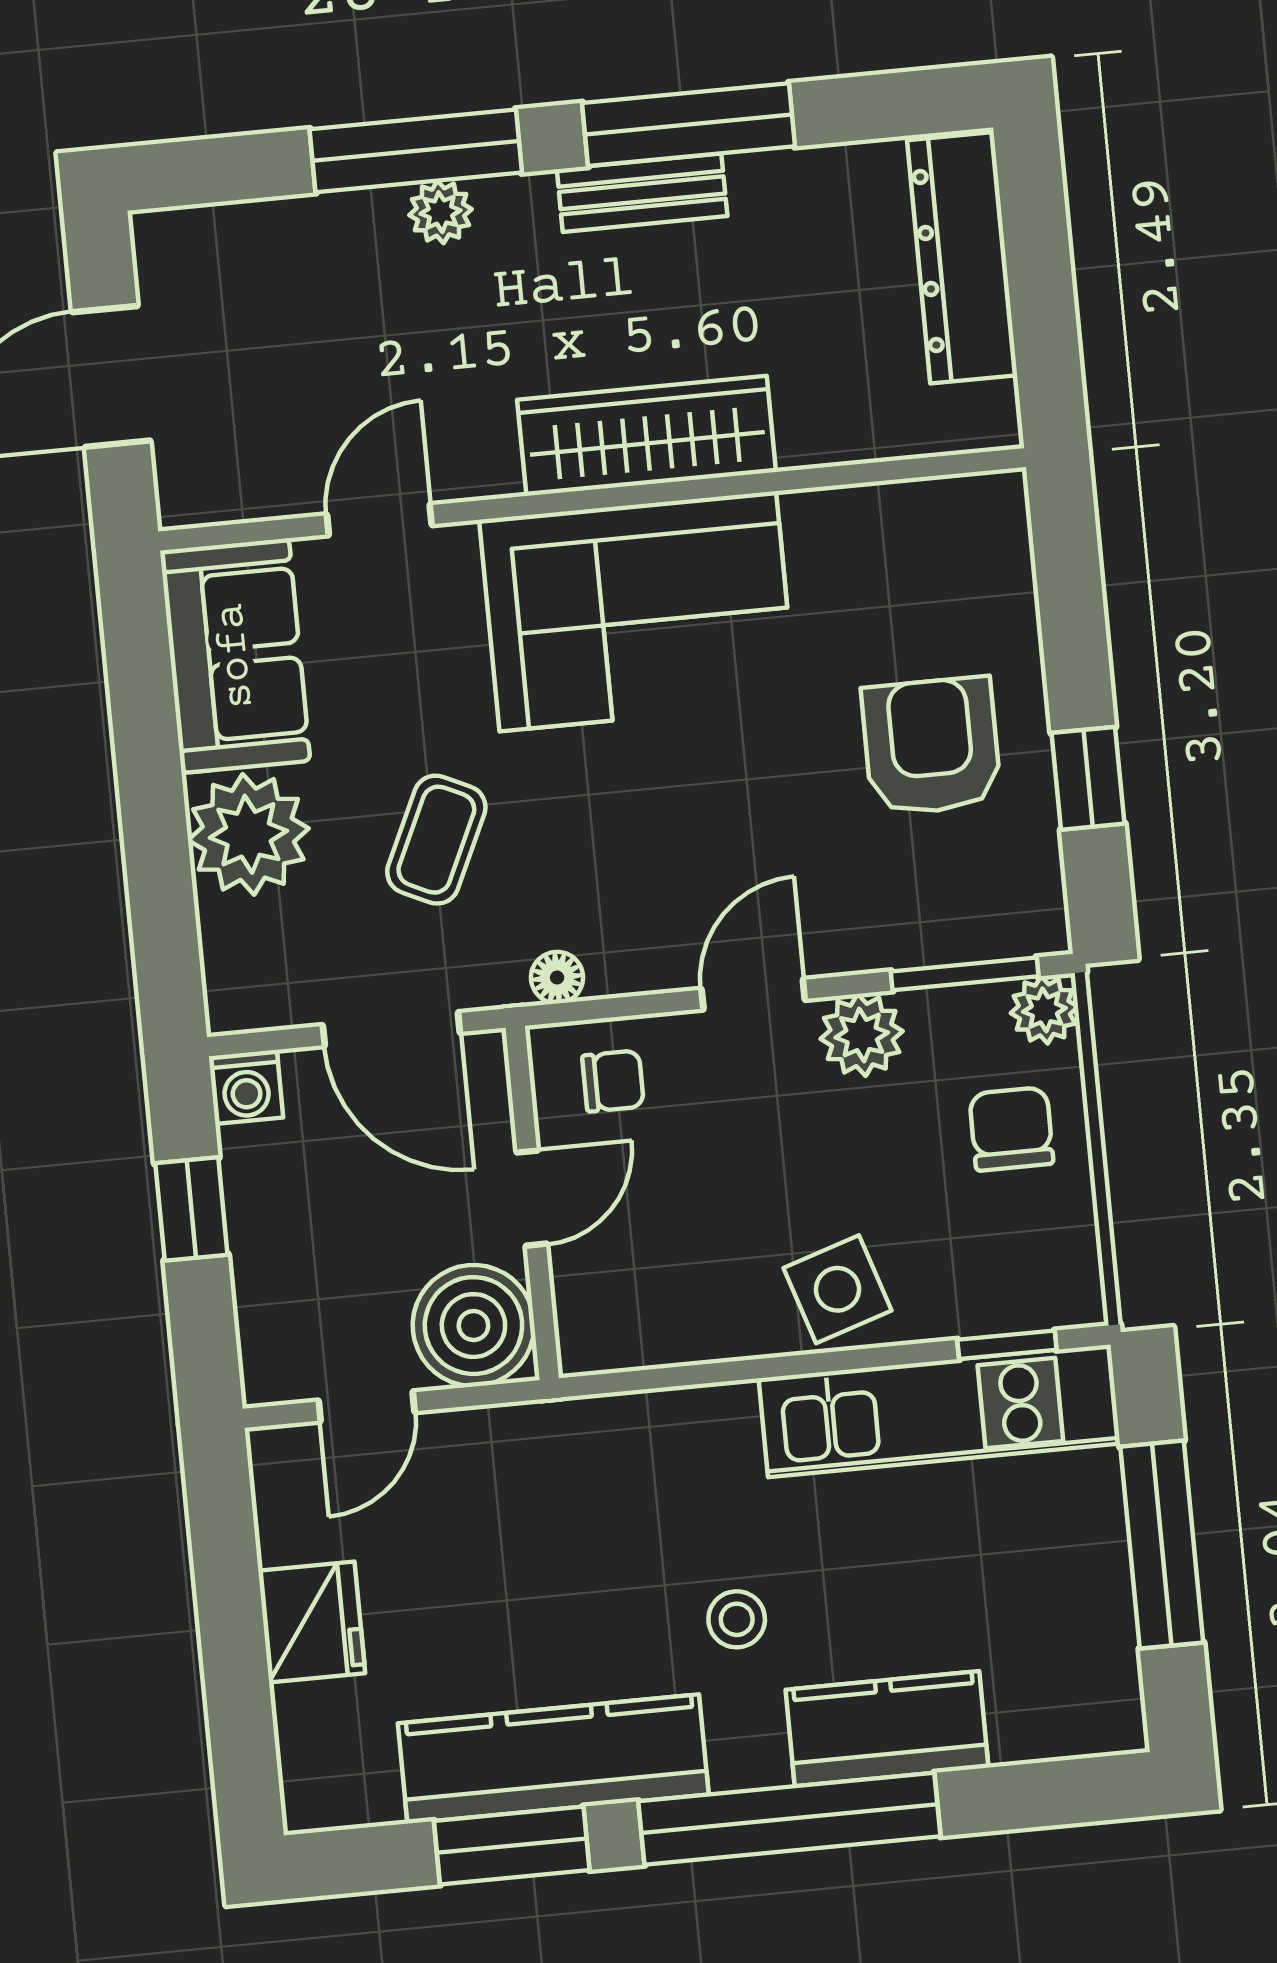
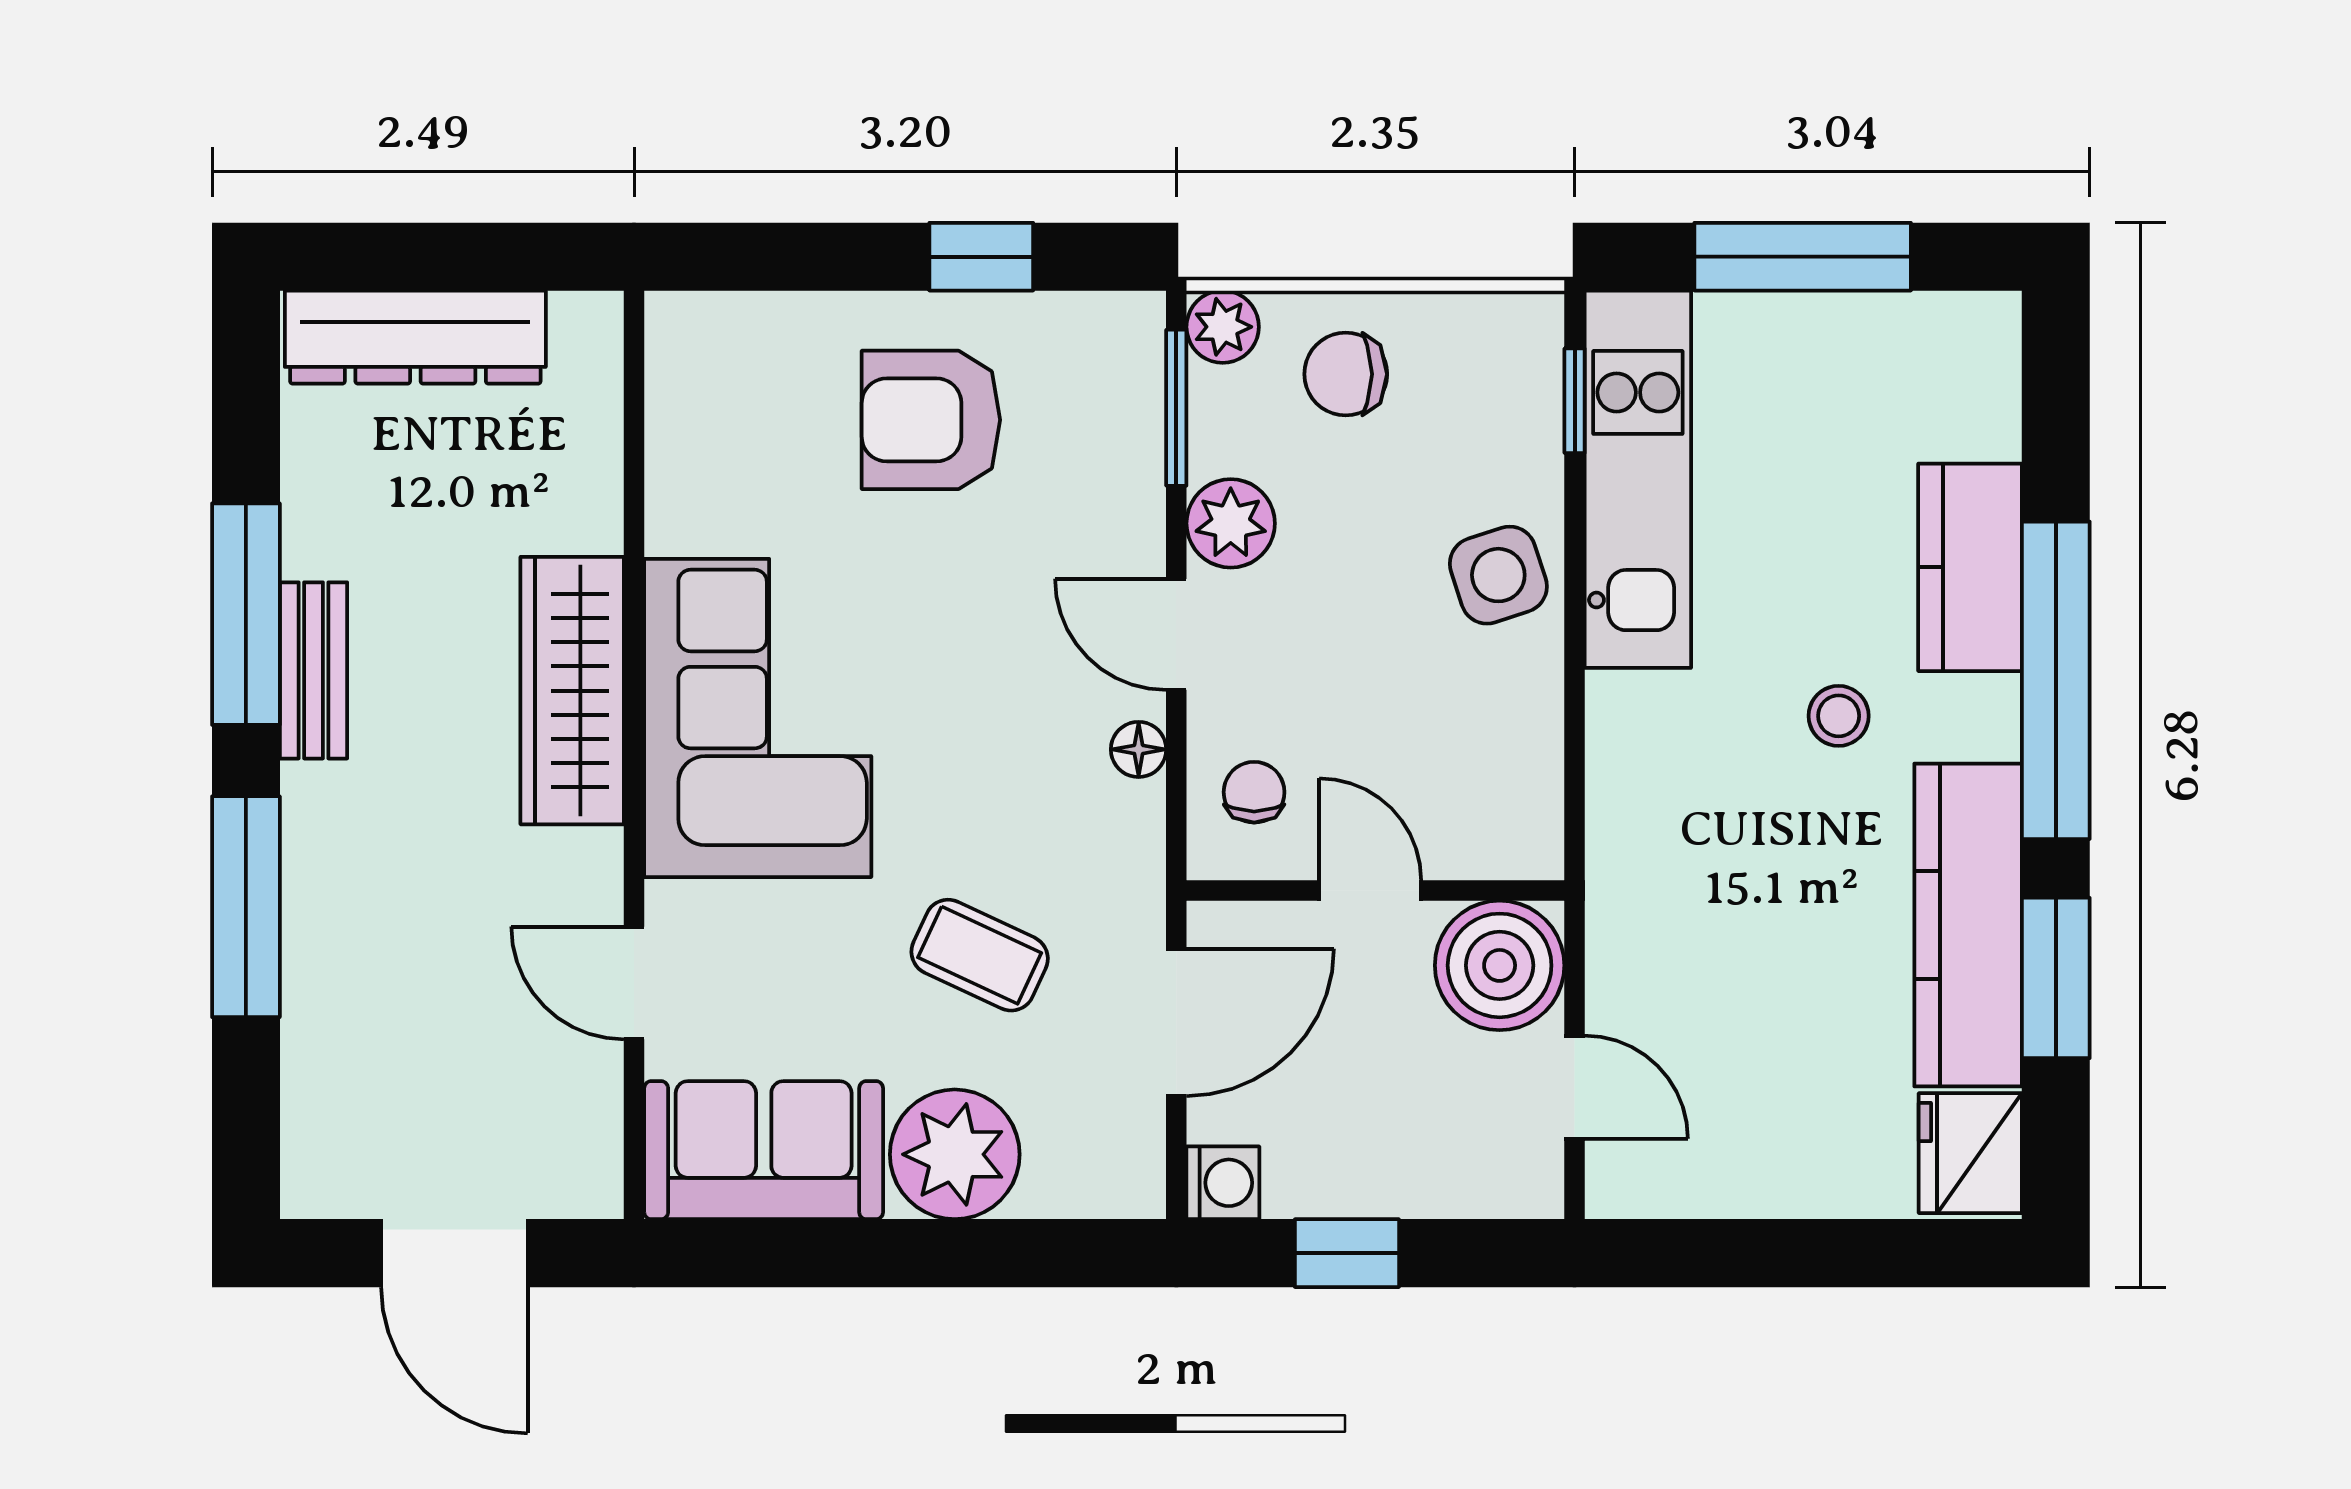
plant: (440, 212) -> (313, 887), removed
floor lamp: (557, 978) -> (1139, 749), moved
fridge: (312, 1622) -> (1970, 1153), moved, turned -90

